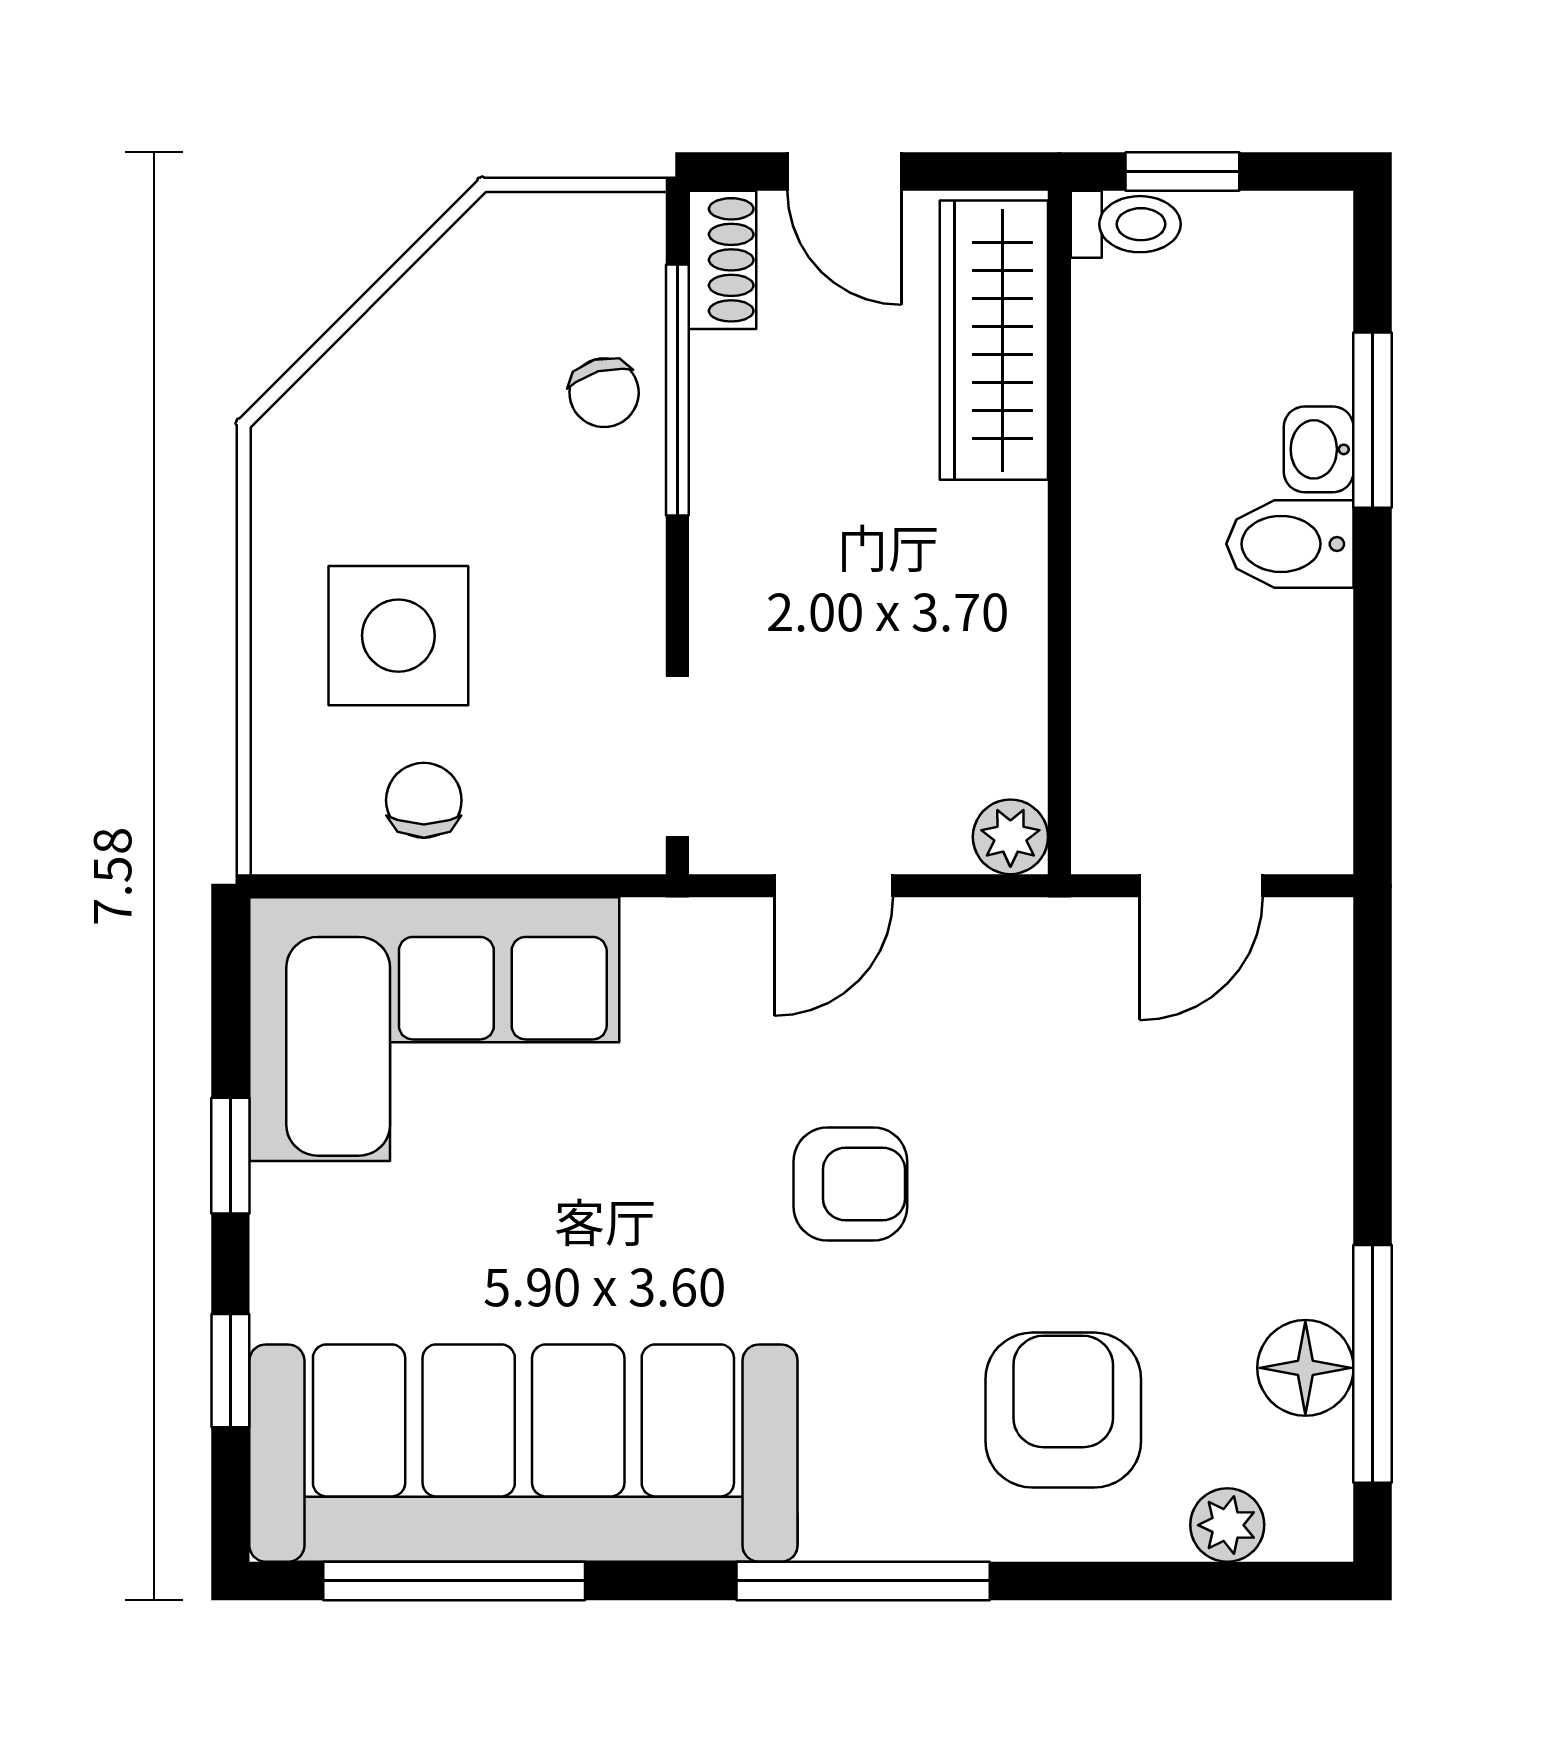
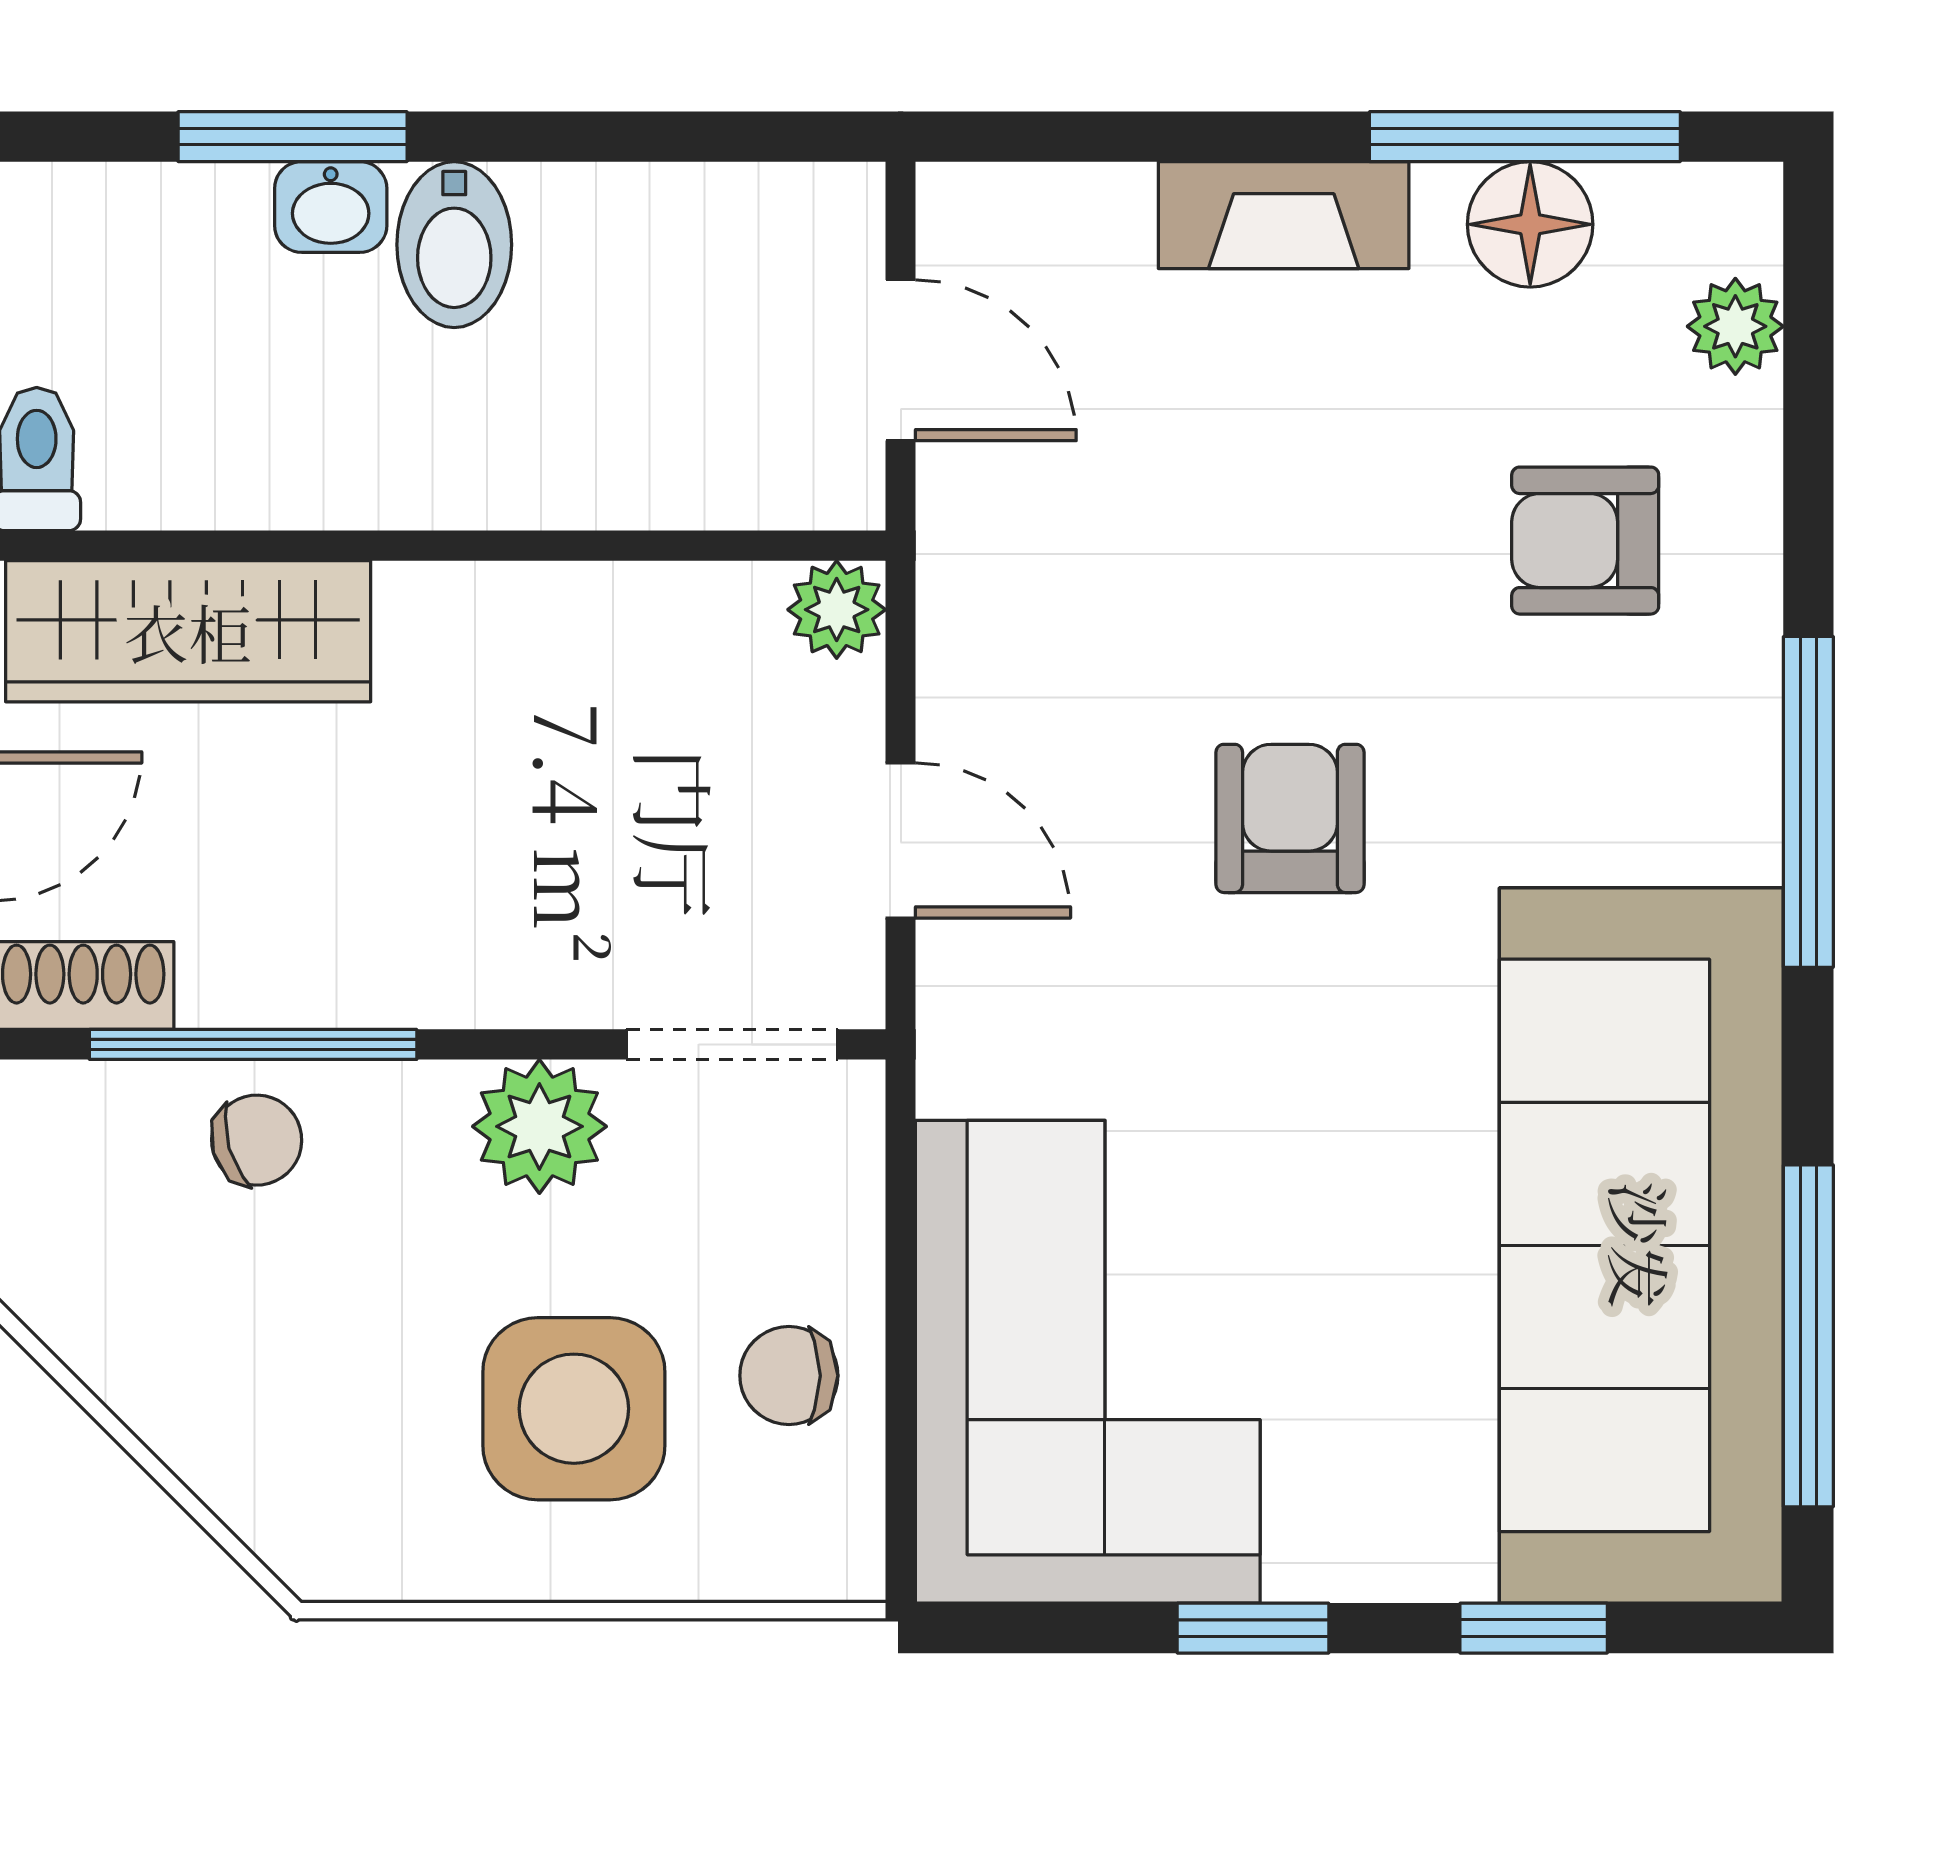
plant: (615, 609) -> (539, 1126), added
fireplace: (1312, 1179) -> (1284, 215), added
armchair: (1063, 1410) -> (1585, 541), width x0.72, depth x0.72

